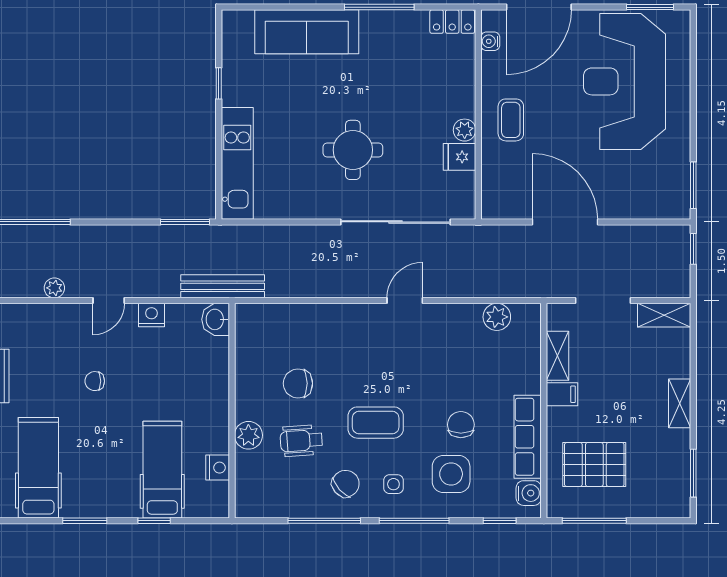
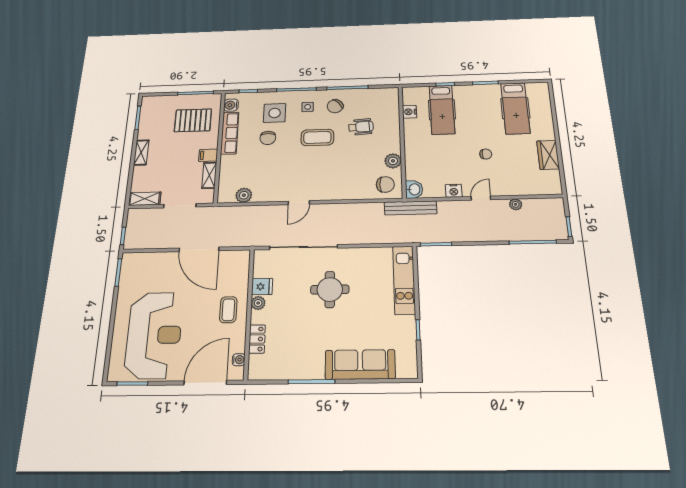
locker: (452, 22) -> (257, 339), moved, turned 90
chair: (298, 383) -> (385, 184), moved
plant: (248, 435) -> (393, 161), moved

